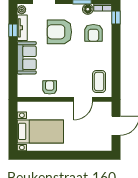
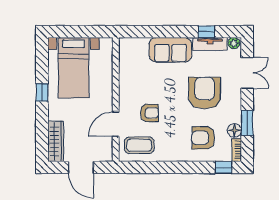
armchair: (50, 87) -> (149, 113), moved
door: (83, 99) -> (116, 124), hinge flipped
wardrobe: (96, 145) -> (56, 141), added
window: (59, 155) -> (42, 92), added

